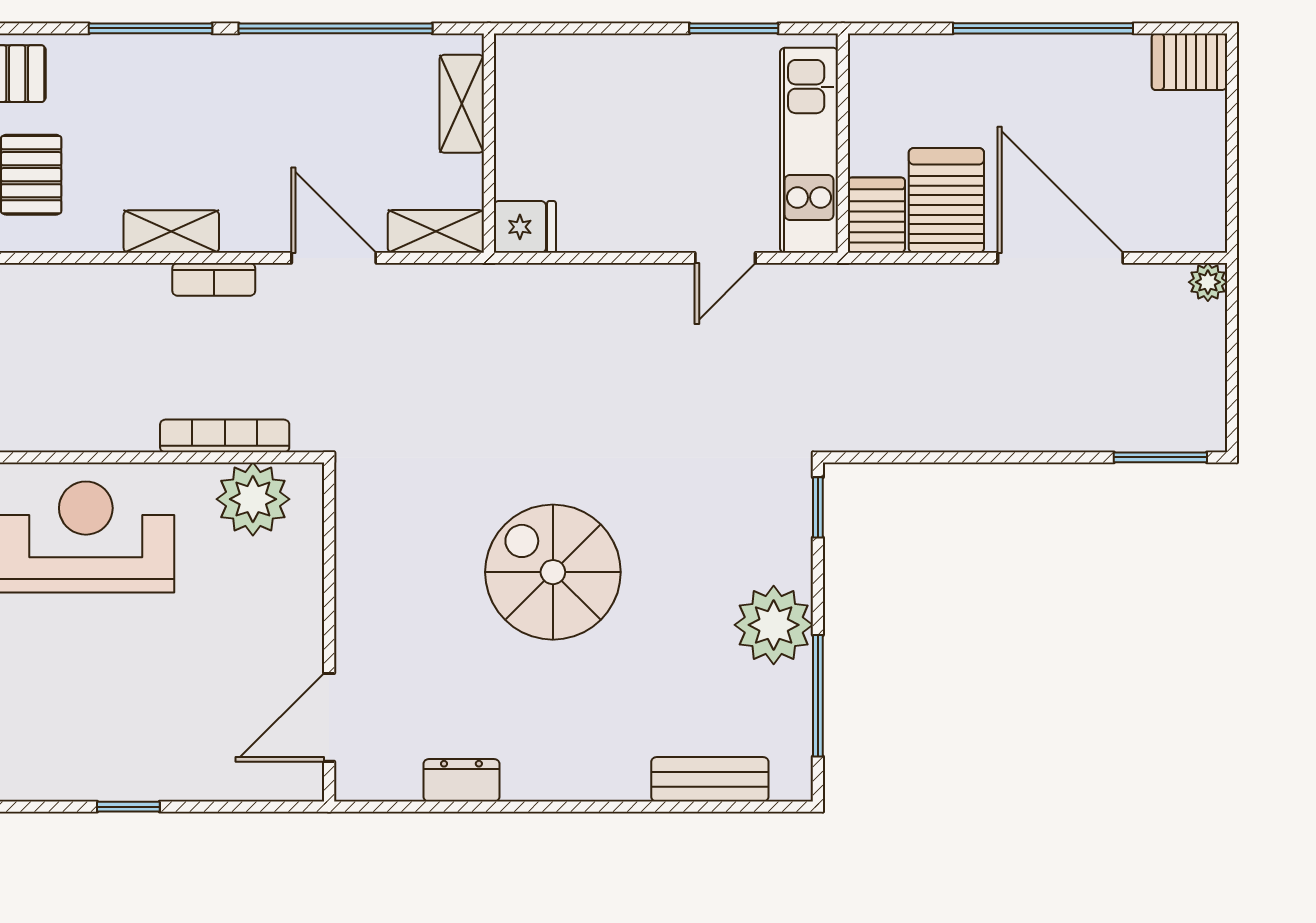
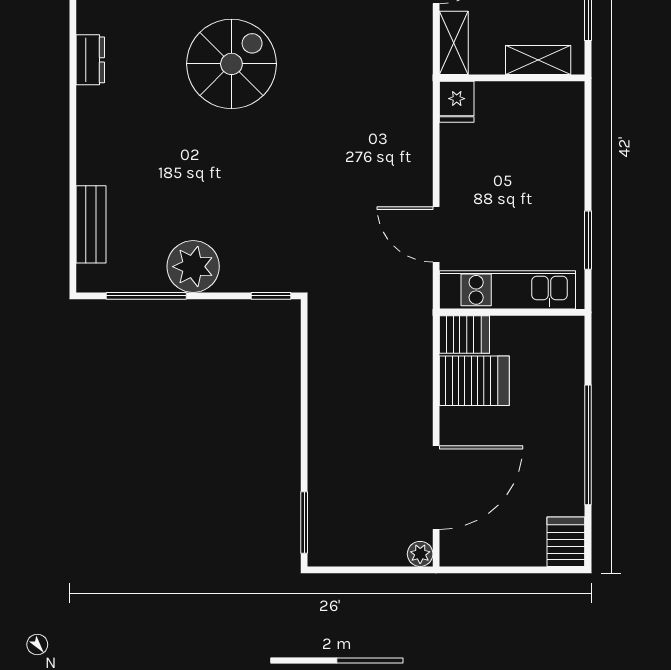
door: (725, 258) -> (436, 234), width x1.38
door: (1060, 258) -> (436, 488), moved
spiral stairs: (553, 572) -> (231, 64), moved

